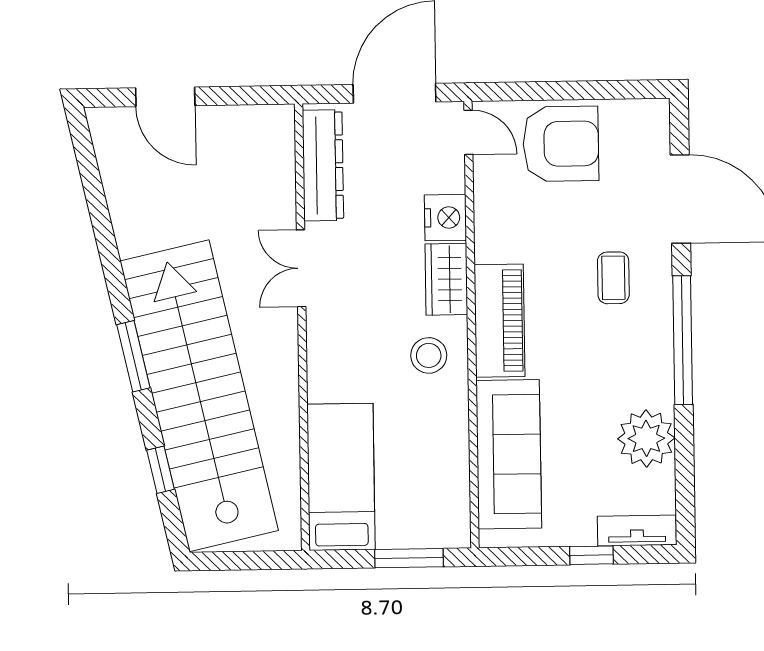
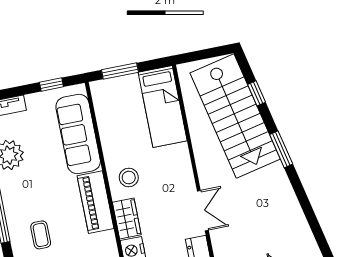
stairs: (199, 396) -> (235, 116), width x0.73
window: (592, 555) -> (51, 85), moved

